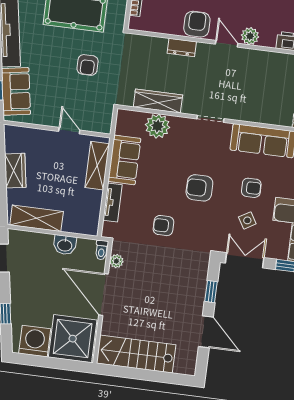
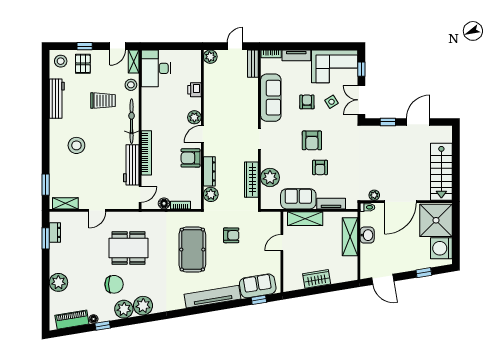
plant: (145, 45) -> (211, 194), added
dresser: (182, 47) -> (209, 171), width x1.44
shelving: (37, 218) -> (350, 237), moved
armchair: (163, 226) -> (320, 167), moved

